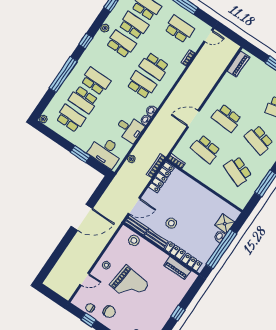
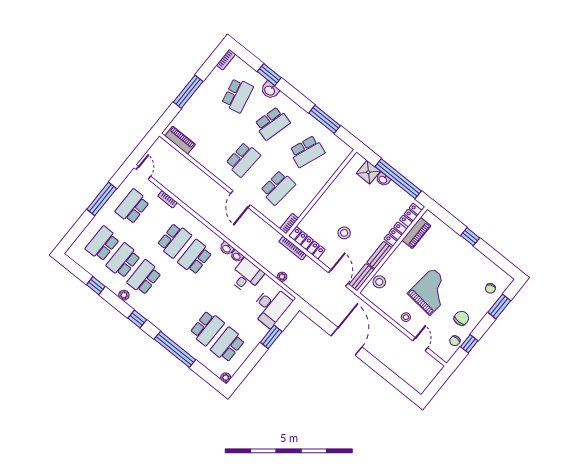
school desk: (96, 81) -> (186, 311), removed
stool: (171, 223) -> (344, 233), moved

